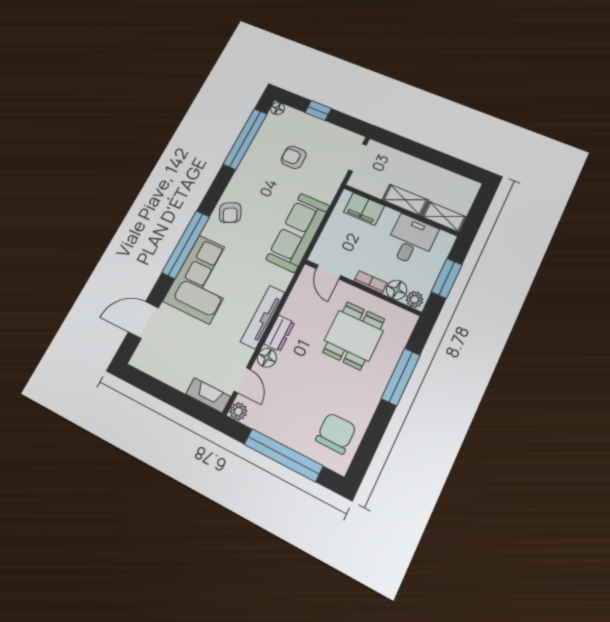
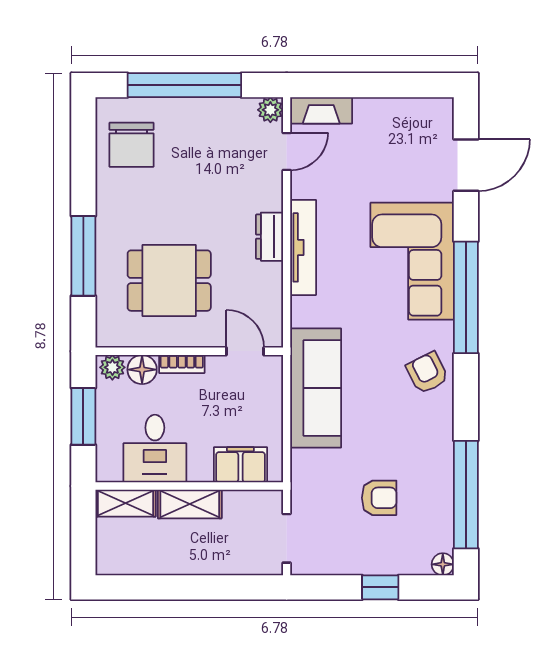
dining table: (354, 336) -> (169, 281), turned 90
floor lamp: (267, 358) -> (269, 196), removed
door: (242, 380) -> (287, 152), swing flipped

